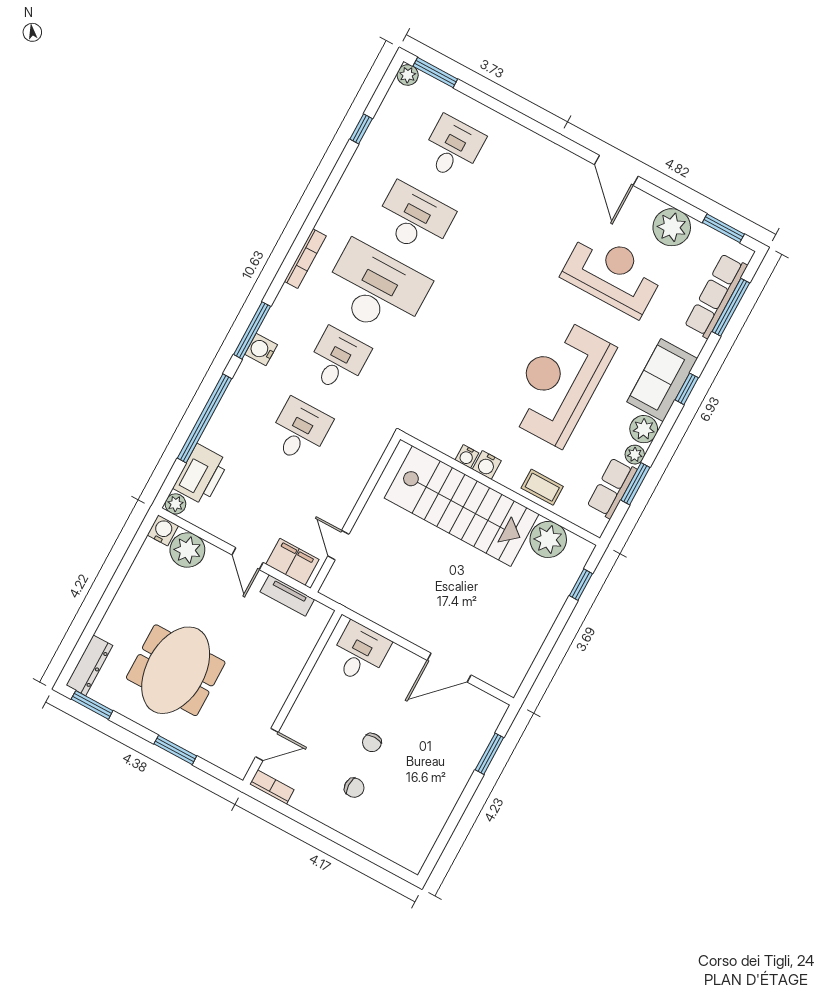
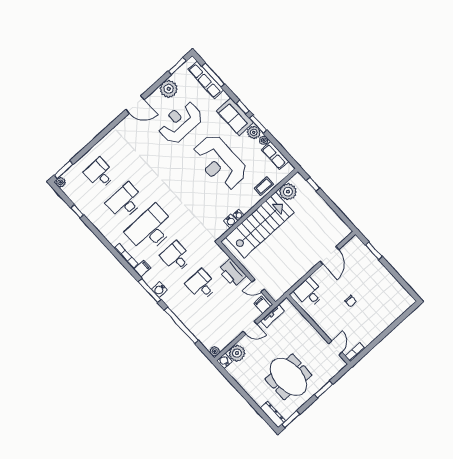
filing cabinet: (291, 300) -> (142, 269), added
water cooler: (487, 465) -> (231, 221), moved
printer: (201, 474) -> (232, 273), moved, turned 180
window: (635, 484) -> (258, 124), moved
filing cabinet: (292, 562) -> (262, 305), width x0.50
chair: (354, 788) -> (368, 316), removed

